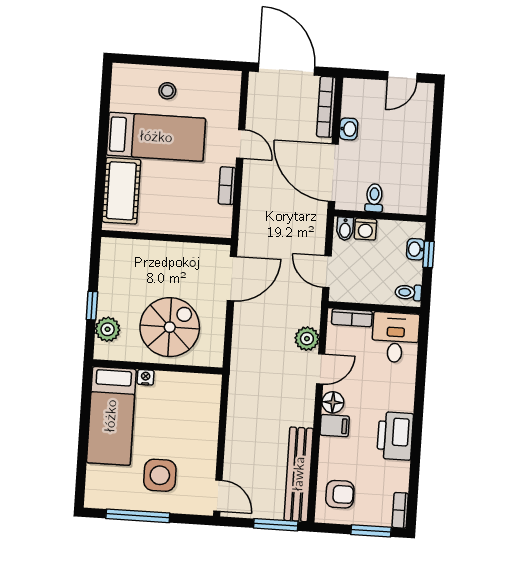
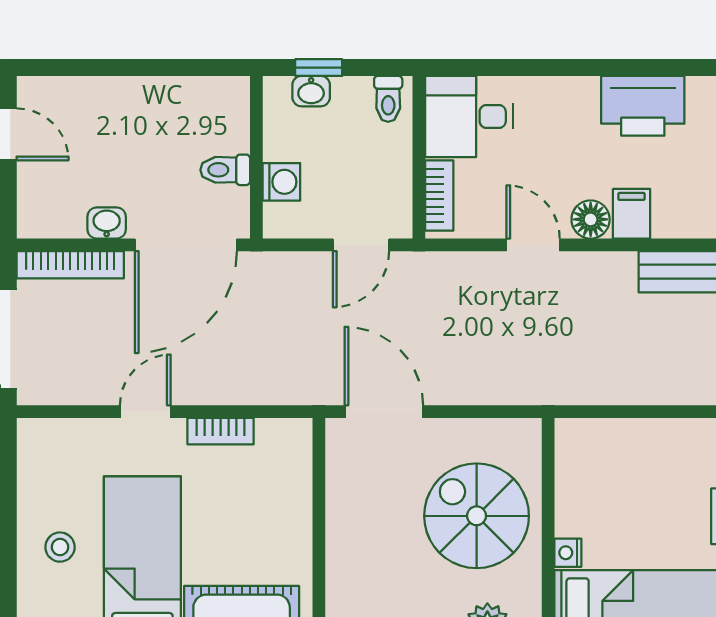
bidet: (345, 229) -> (283, 218), removed
plant: (307, 339) -> (481, 272), removed

